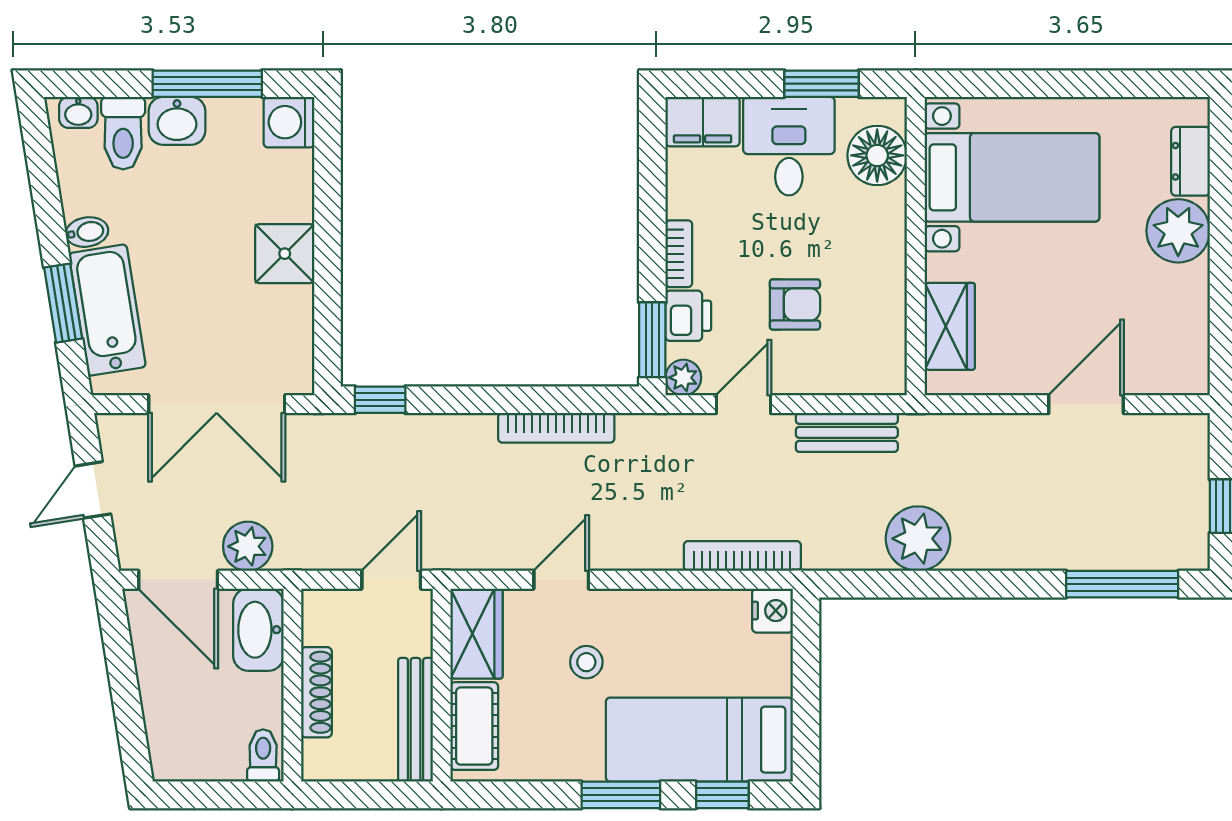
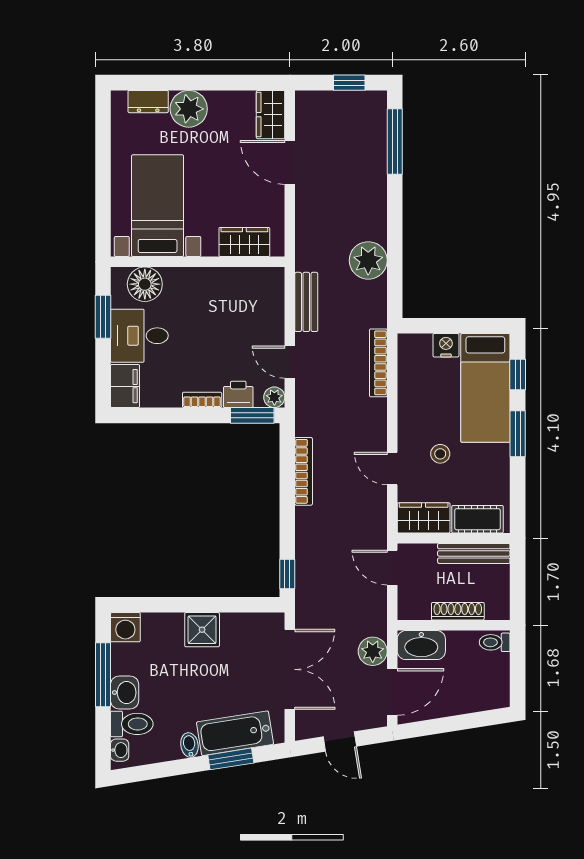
armchair: (795, 304) -> (232, 332), removed
wardrobe: (1168, 371) -> (271, 115), added
nightstand: (773, 611) -> (446, 345), moved

